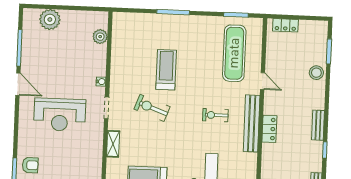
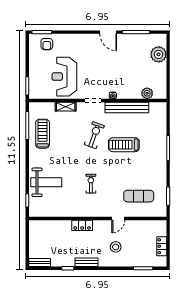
locker: (285, 25) -> (162, 246), moved
exercise mat: (234, 53) -> (139, 196), width x0.73, depth x0.69
treadmill: (166, 70) -> (124, 145), turned 180
stool: (316, 73) -> (116, 247), moved
door: (18, 84) -> (108, 32), hinge flipped
reception desk: (60, 115) -> (64, 77), moved
bench: (252, 123) -> (127, 107), moved

